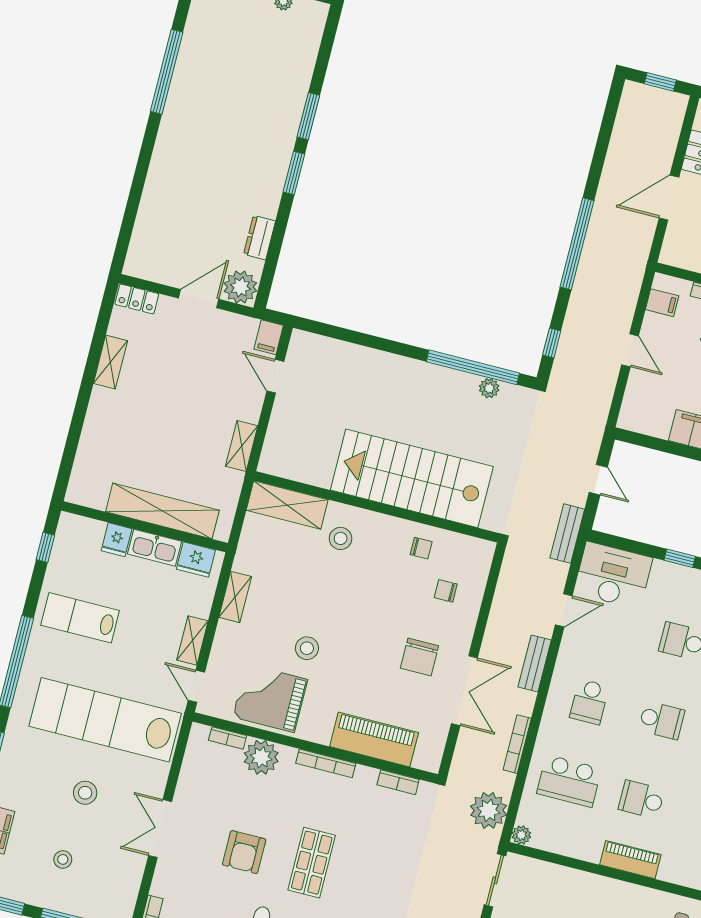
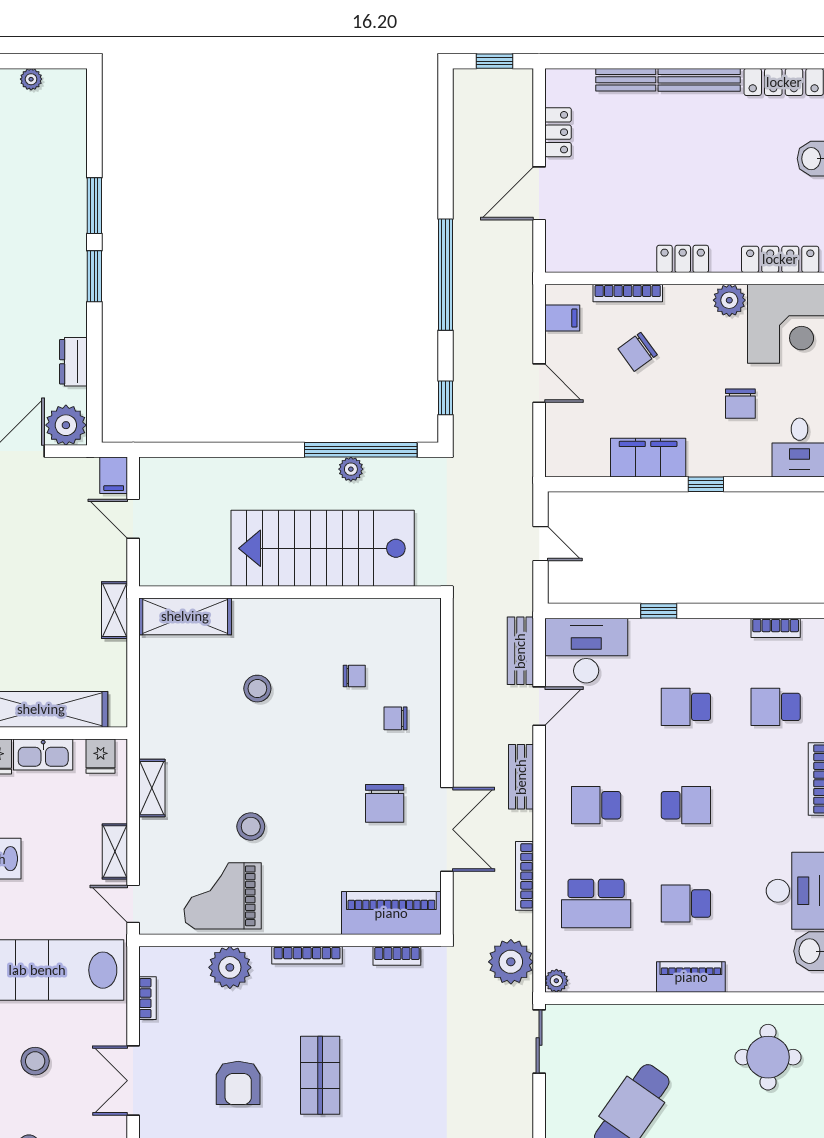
plant: (489, 388) -> (351, 469), moved
stairs: (412, 478) -> (323, 548), moved
shelving: (287, 505) -> (185, 616), moved
wall: (377, 507) -> (290, 592), moved
bench: (567, 534) -> (520, 651), moved
fridge: (196, 560) -> (101, 756), width x0.72
school desk: (589, 702) -> (596, 805), turned 90
bookcase: (228, 738) -> (148, 998), moved, turned -90
piano: (374, 740) -> (391, 913), moved

